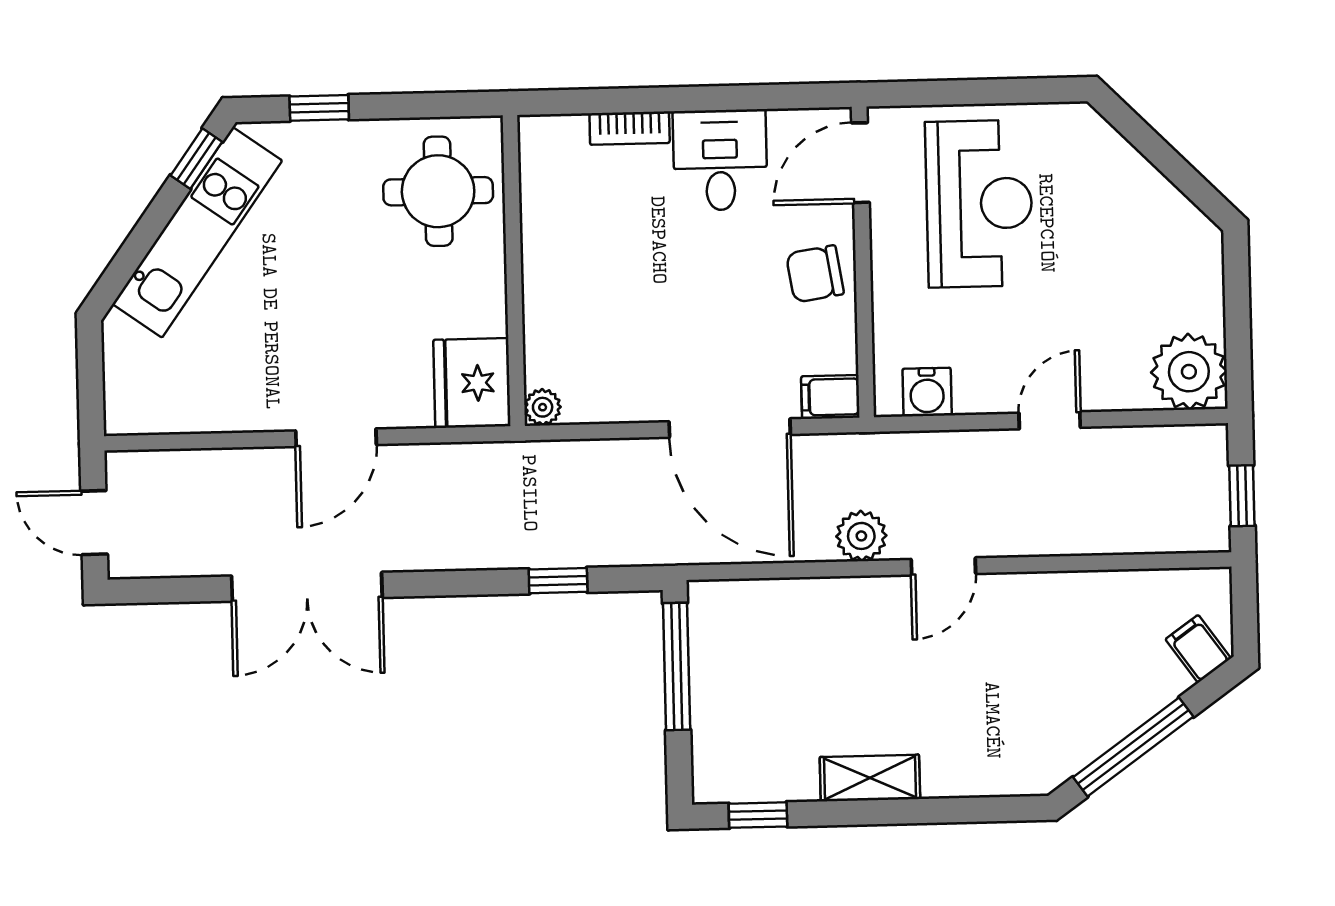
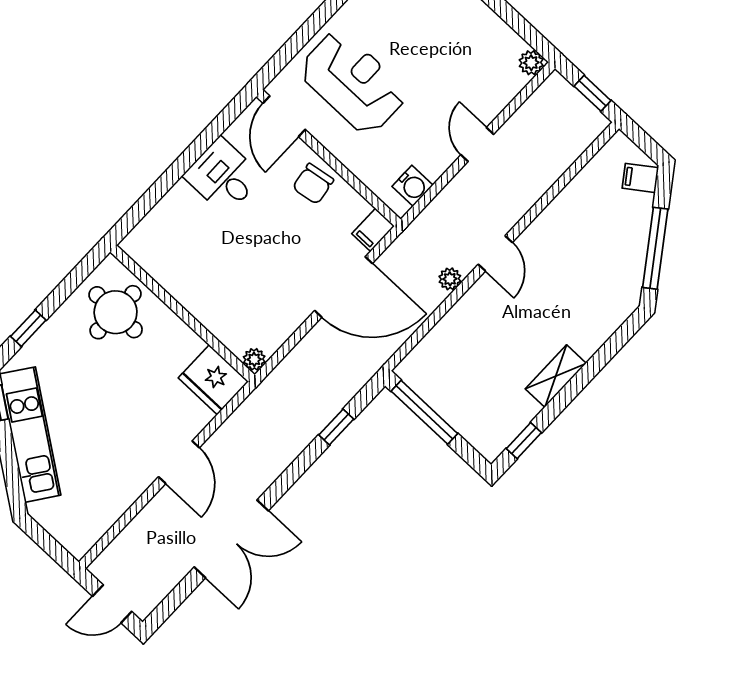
bookcase: (630, 128) -> (170, 202), removed
plant: (1189, 372) -> (531, 63), width x0.53, depth x0.53
plant: (861, 536) -> (450, 279), width x0.73, depth x0.73

